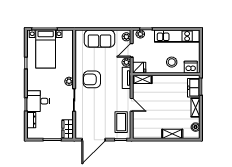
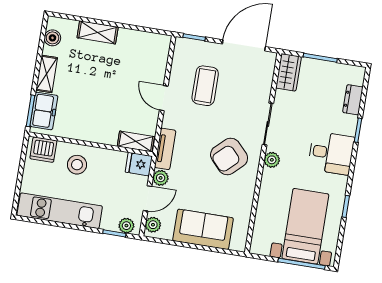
armchair: (92, 79) -> (229, 156), turned 137
desk: (38, 101) -> (331, 153), moved
coffee table: (121, 122) -> (205, 86), moved

